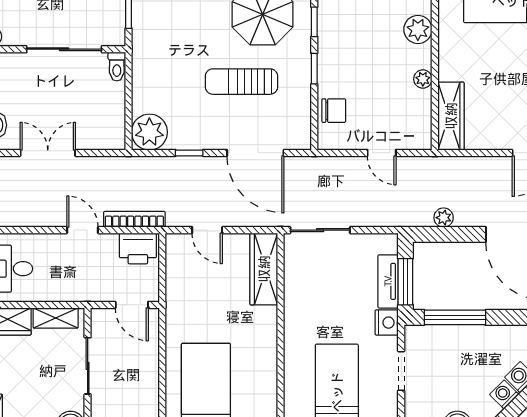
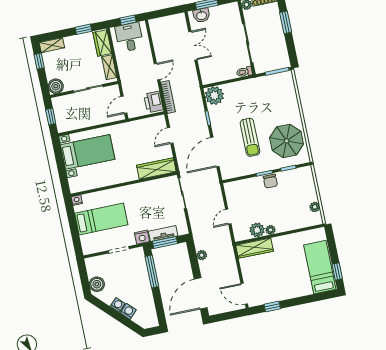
plant: (418, 29) -> (257, 230), moved
sun lounger: (241, 82) -> (250, 137), turned 180
chair: (334, 111) -> (270, 181), moved

